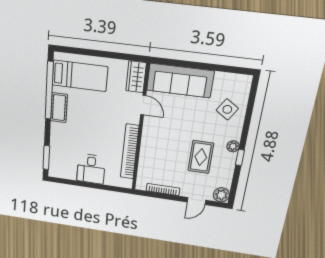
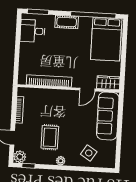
bed: (80, 76) -> (106, 39), width x1.50
cot: (59, 108) -> (67, 22), moved
rug: (201, 157) -> (50, 137), turned 90
window: (240, 157) -> (28, 166), moved
desk: (91, 169) -> (33, 31), moved

